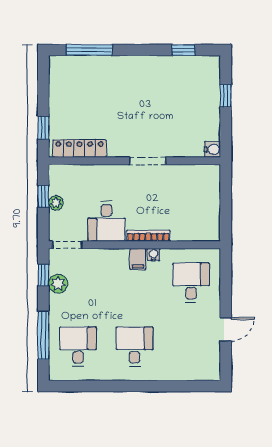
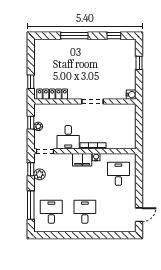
window: (89, 50) -> (74, 36), moved
filing cabinet: (138, 259) -> (82, 160), width x2.00
door: (226, 329) -> (139, 215), moved

